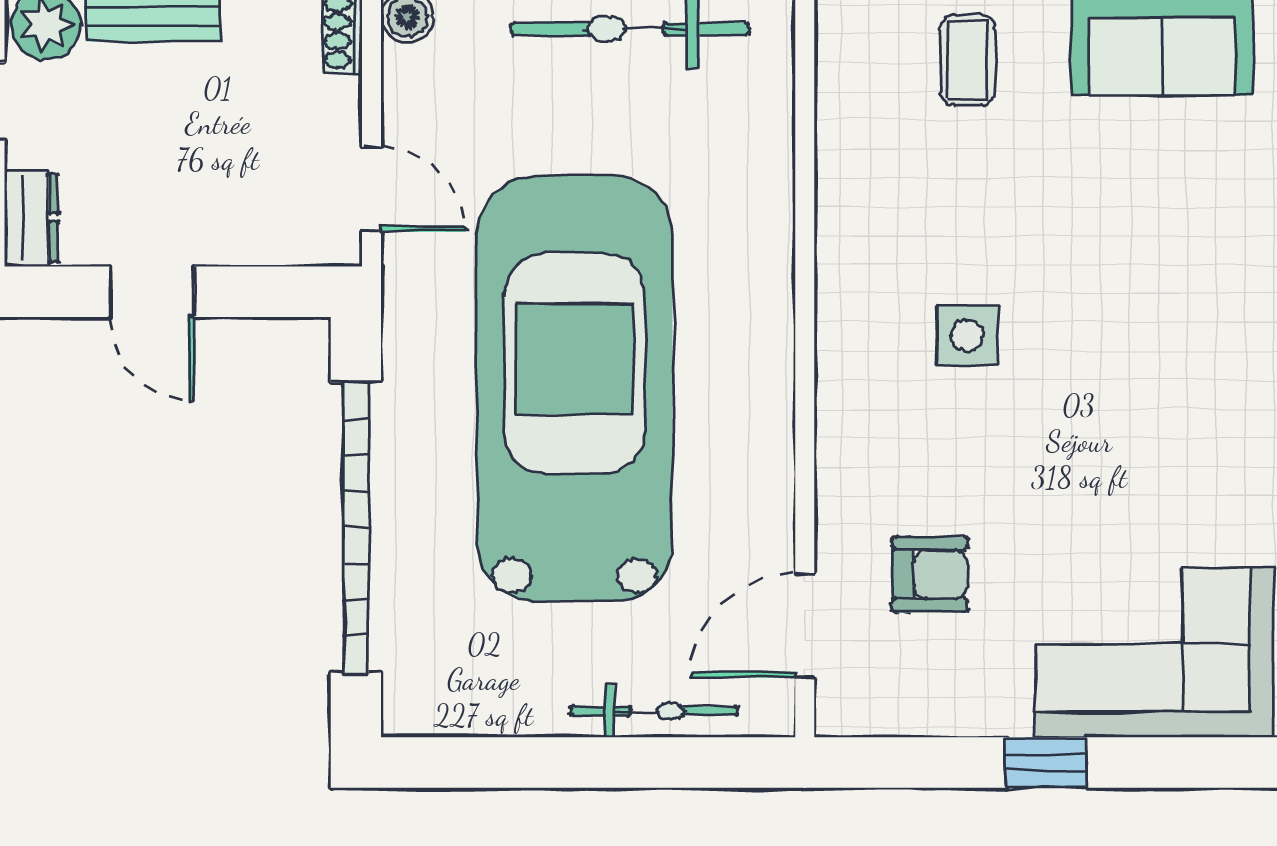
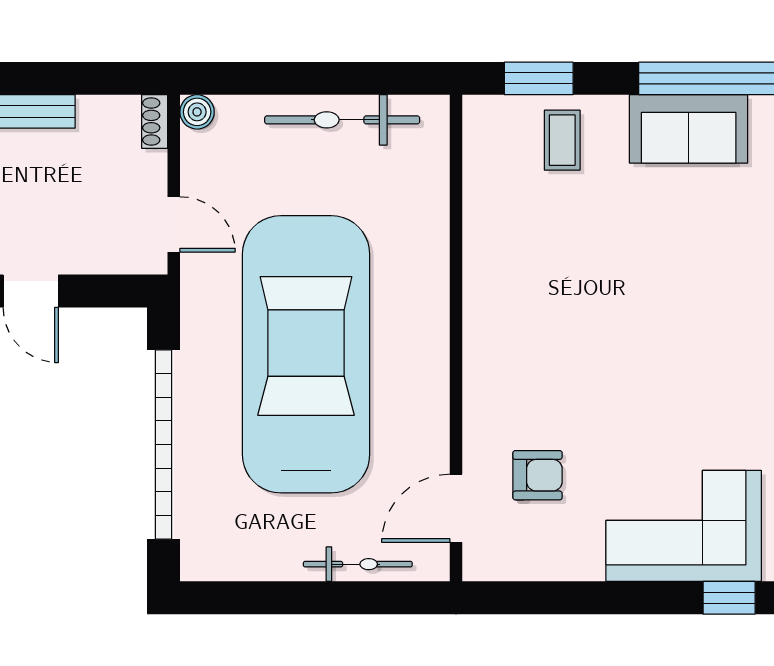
side table: (967, 335) -> (562, 319), removed
window: (1046, 763) -> (729, 598), moved

